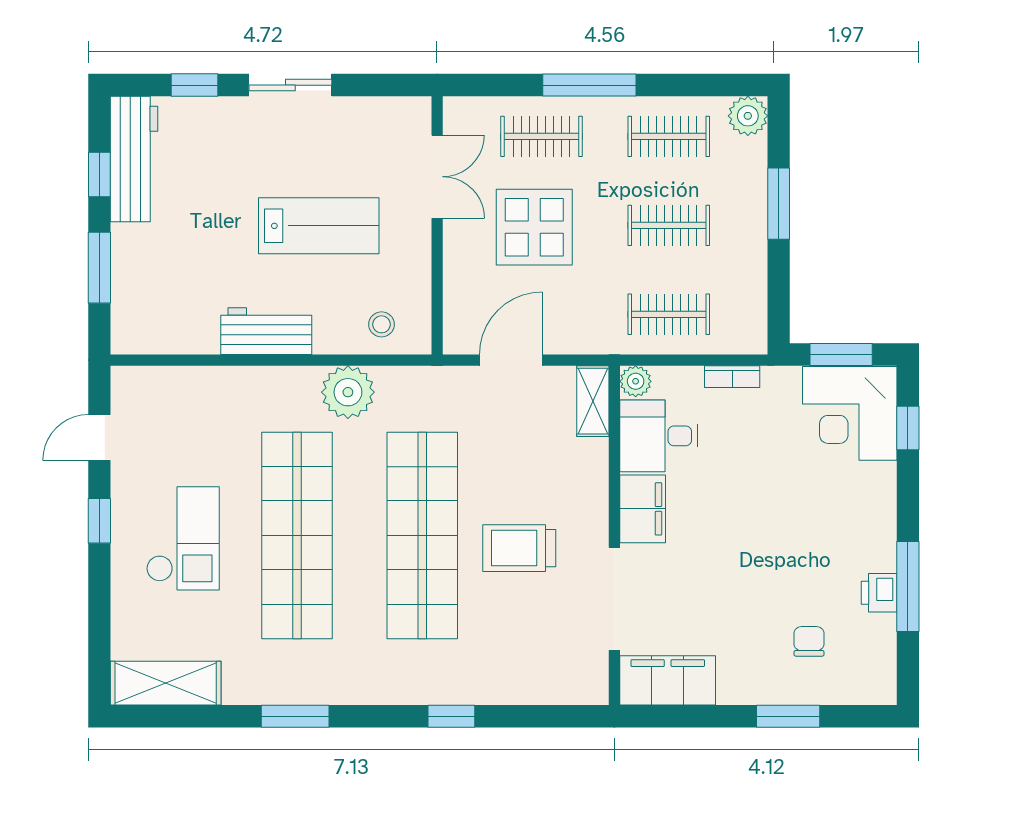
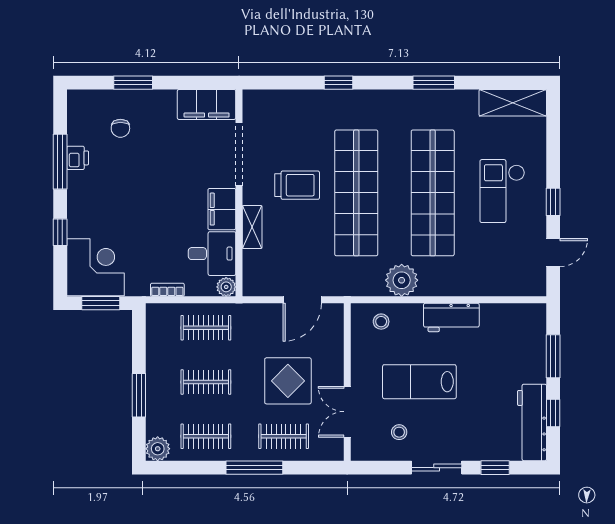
stool: (352, 143) -> (399, 432), added
shelving: (593, 401) -> (252, 227), moved
window: (908, 428) -> (60, 232), moved

